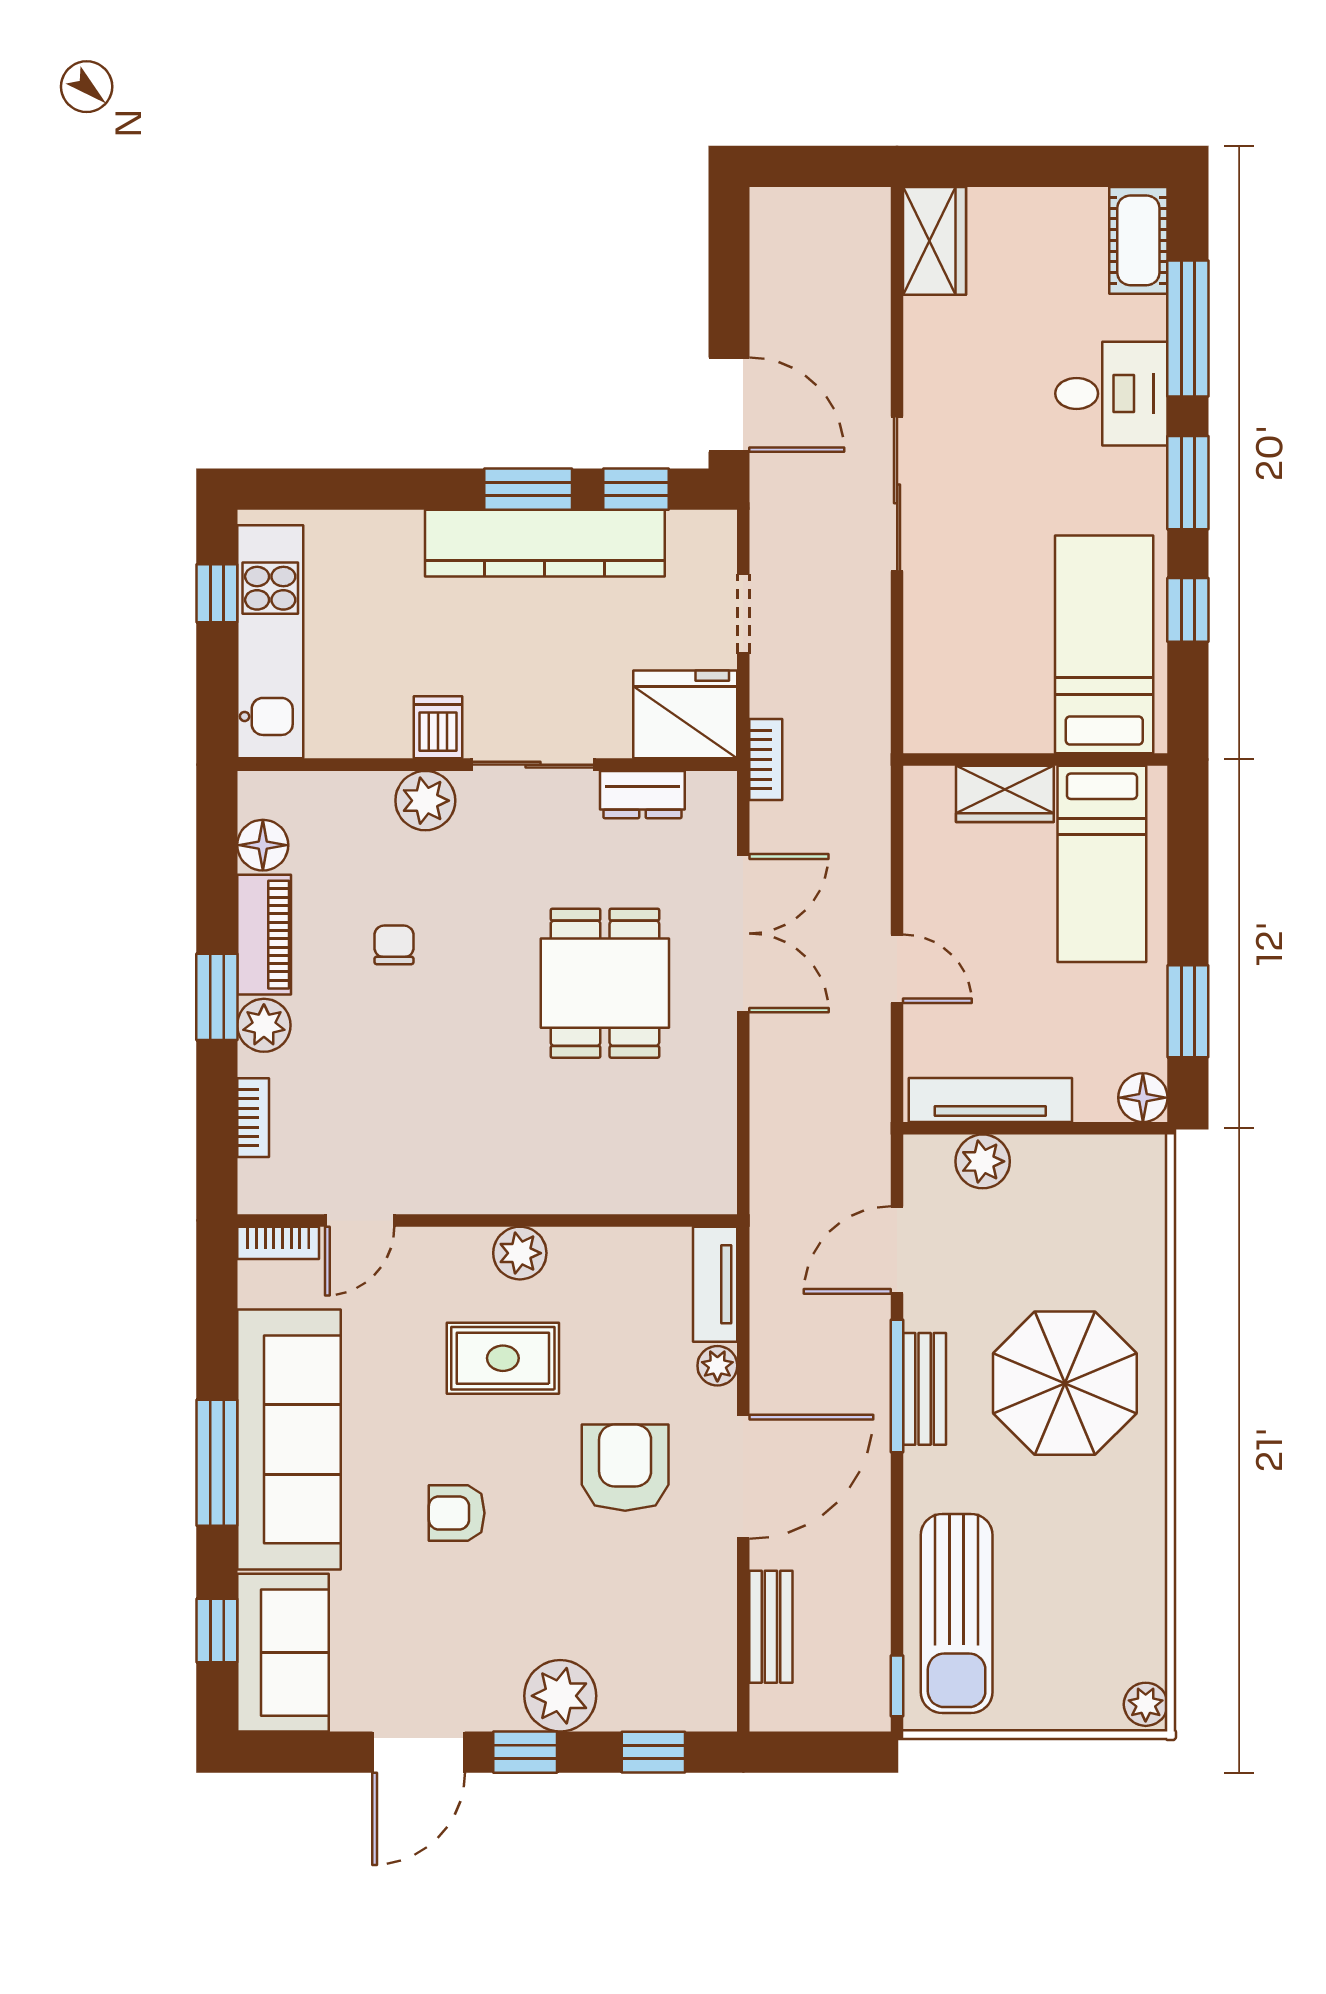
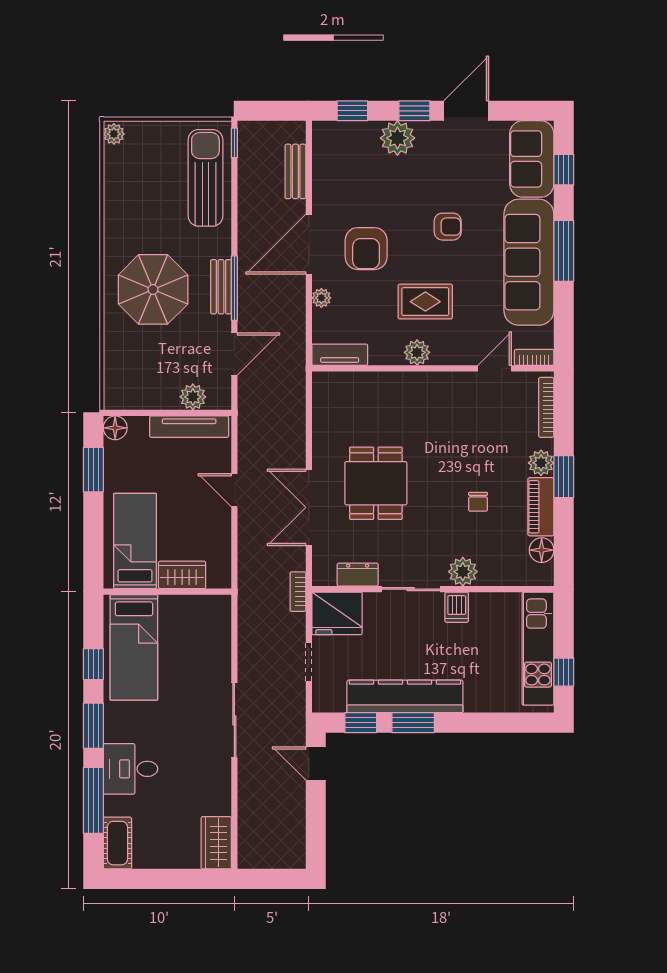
door: (729, 405) -> (316, 763), width x0.73
bookcase: (253, 1118) -> (546, 407), width x1.56
tv unit: (715, 1284) -> (340, 355), moved, turned -90

